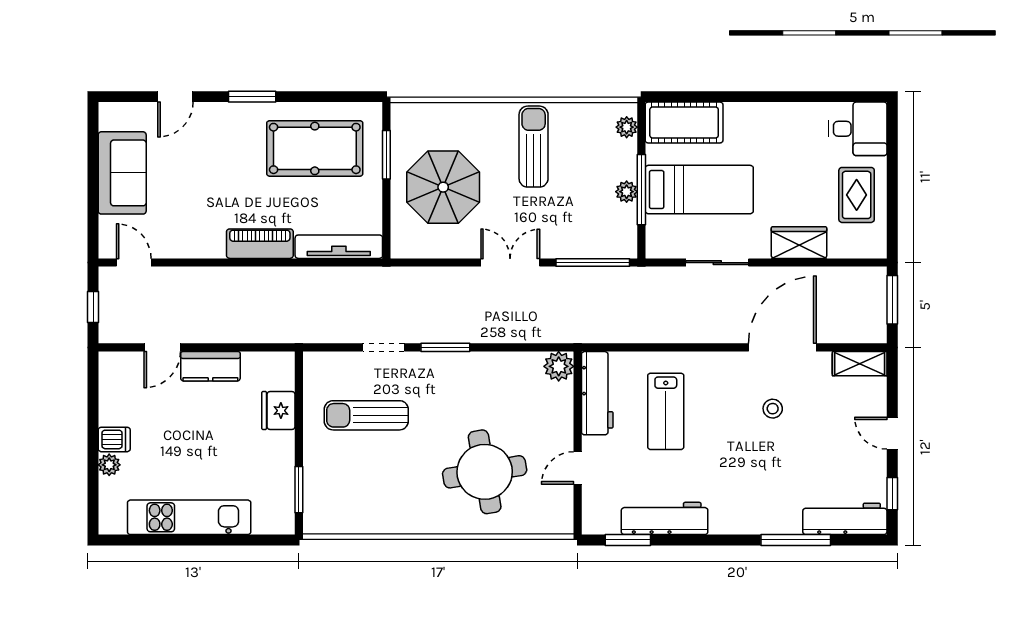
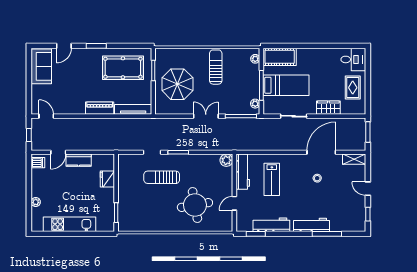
sofa: (122, 173) -> (41, 66), moved
plant: (627, 192) -> (255, 104), moved
sun lounger: (366, 415) -> (162, 177), moved
dishwasher: (114, 439) -> (38, 163), moved
workbench: (845, 519) -> (311, 225), moved

